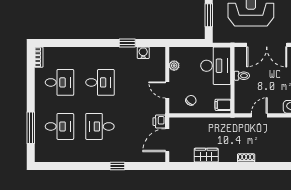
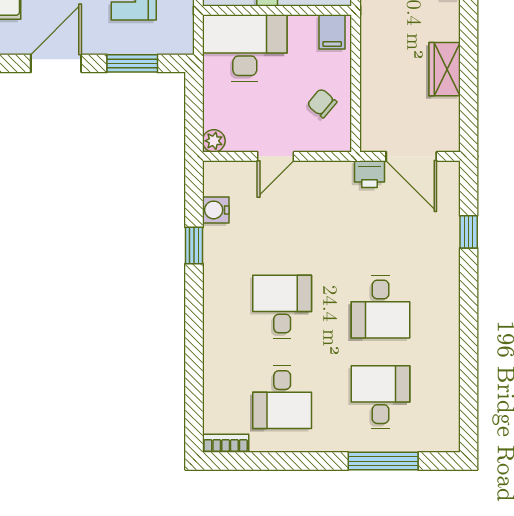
plant: (174, 66) -> (214, 141), moved
desk: (59, 82) -> (282, 397), turned 180
door: (167, 90) -> (276, 156), moved
window: (117, 166) -> (469, 232), moved

